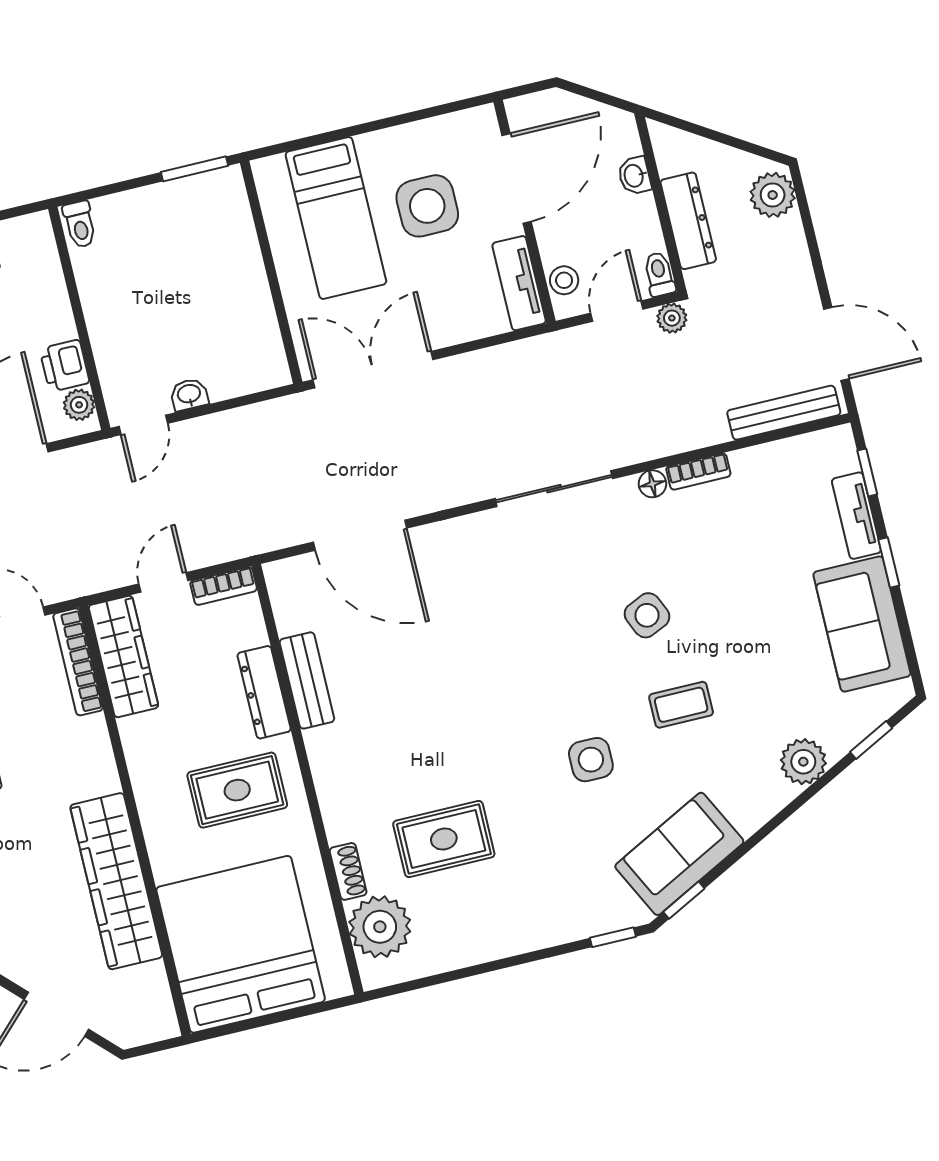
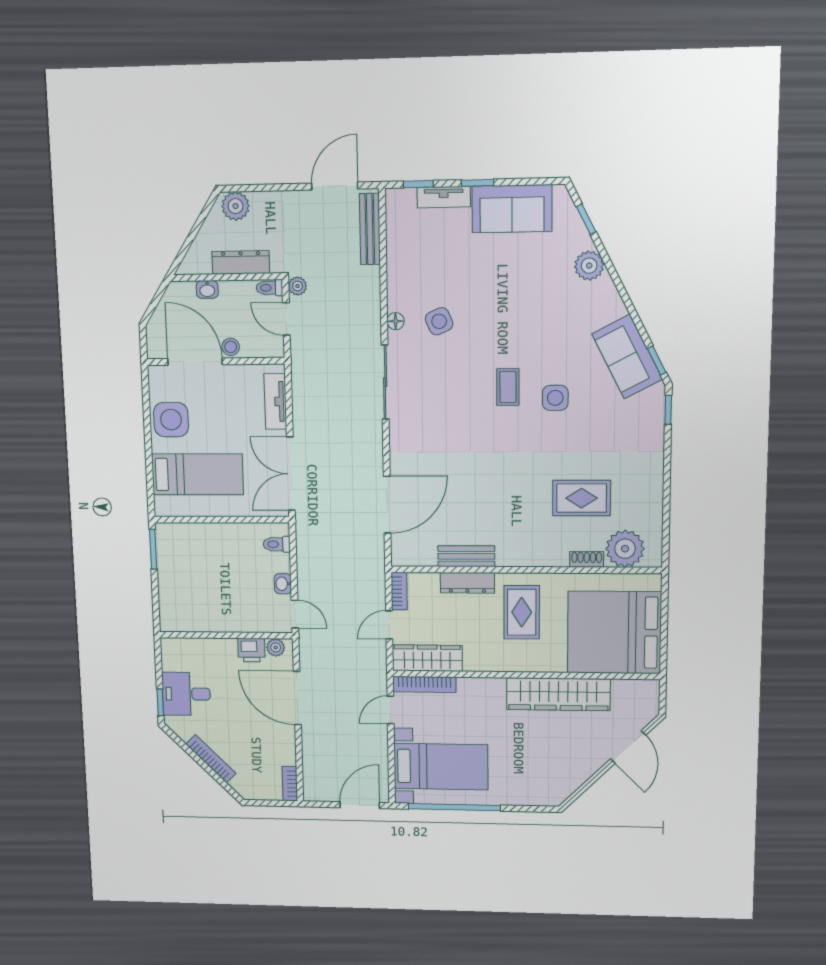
side table: (427, 206) -> (171, 420), moved
toilet: (80, 224) -> (277, 544), moved, turned 180
stool: (564, 280) -> (231, 347), moved
tv unit: (519, 283) -> (275, 401), moved, turned 90
bookcase: (698, 471) -> (394, 291), removed
door: (163, 582) -> (389, 625), hinge flipped
side table: (647, 615) -> (439, 321), moved
coffee table: (681, 705) -> (508, 387), moved
rug: (444, 839) -> (582, 498), turned 90

